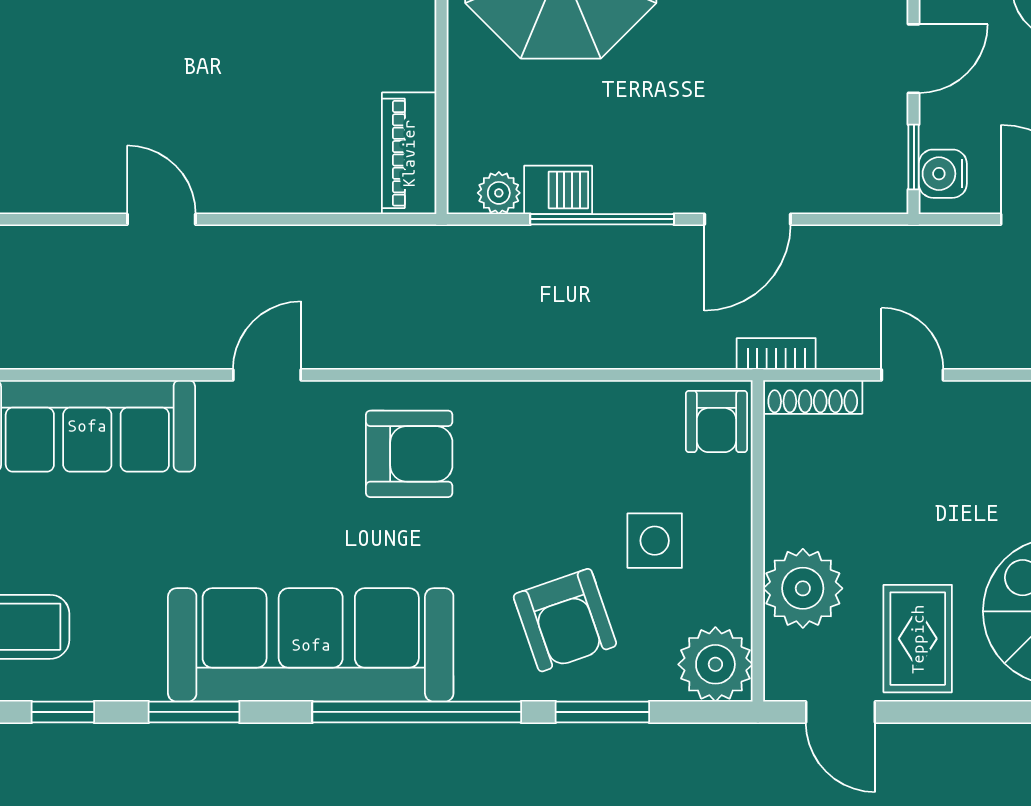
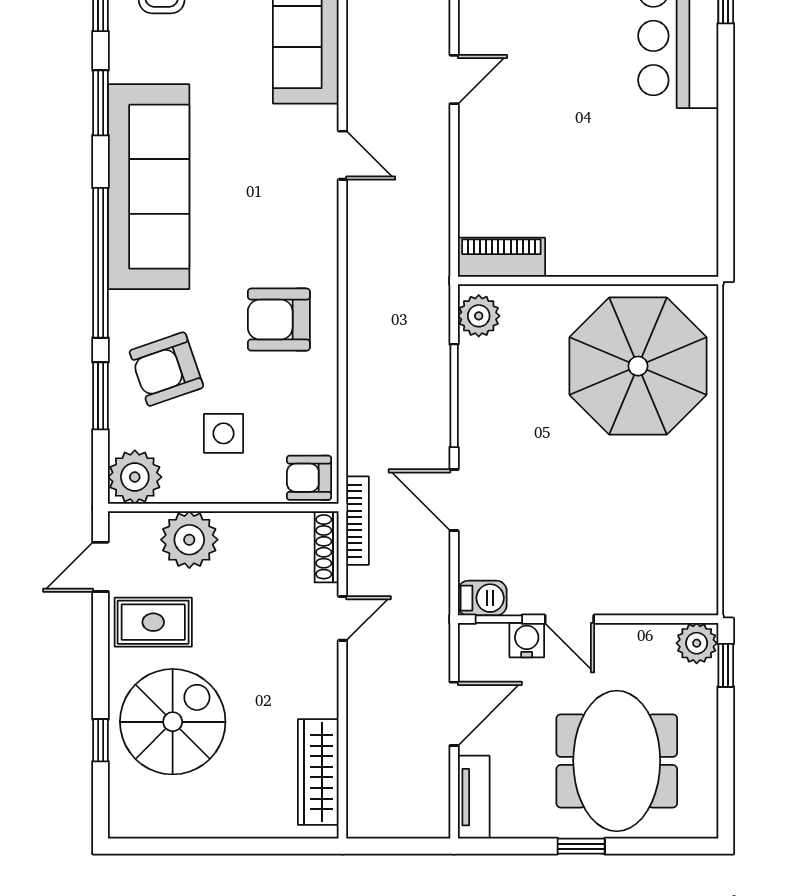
water cooler: (943, 174) -> (527, 640), moved
barbecue: (558, 190) -> (482, 598), moved, turned -90
plant: (499, 193) -> (479, 316), width x1.38, depth x1.38
bookcase: (776, 354) -> (358, 521), width x1.56
armchair: (409, 454) -> (279, 320), moved, turned 90

